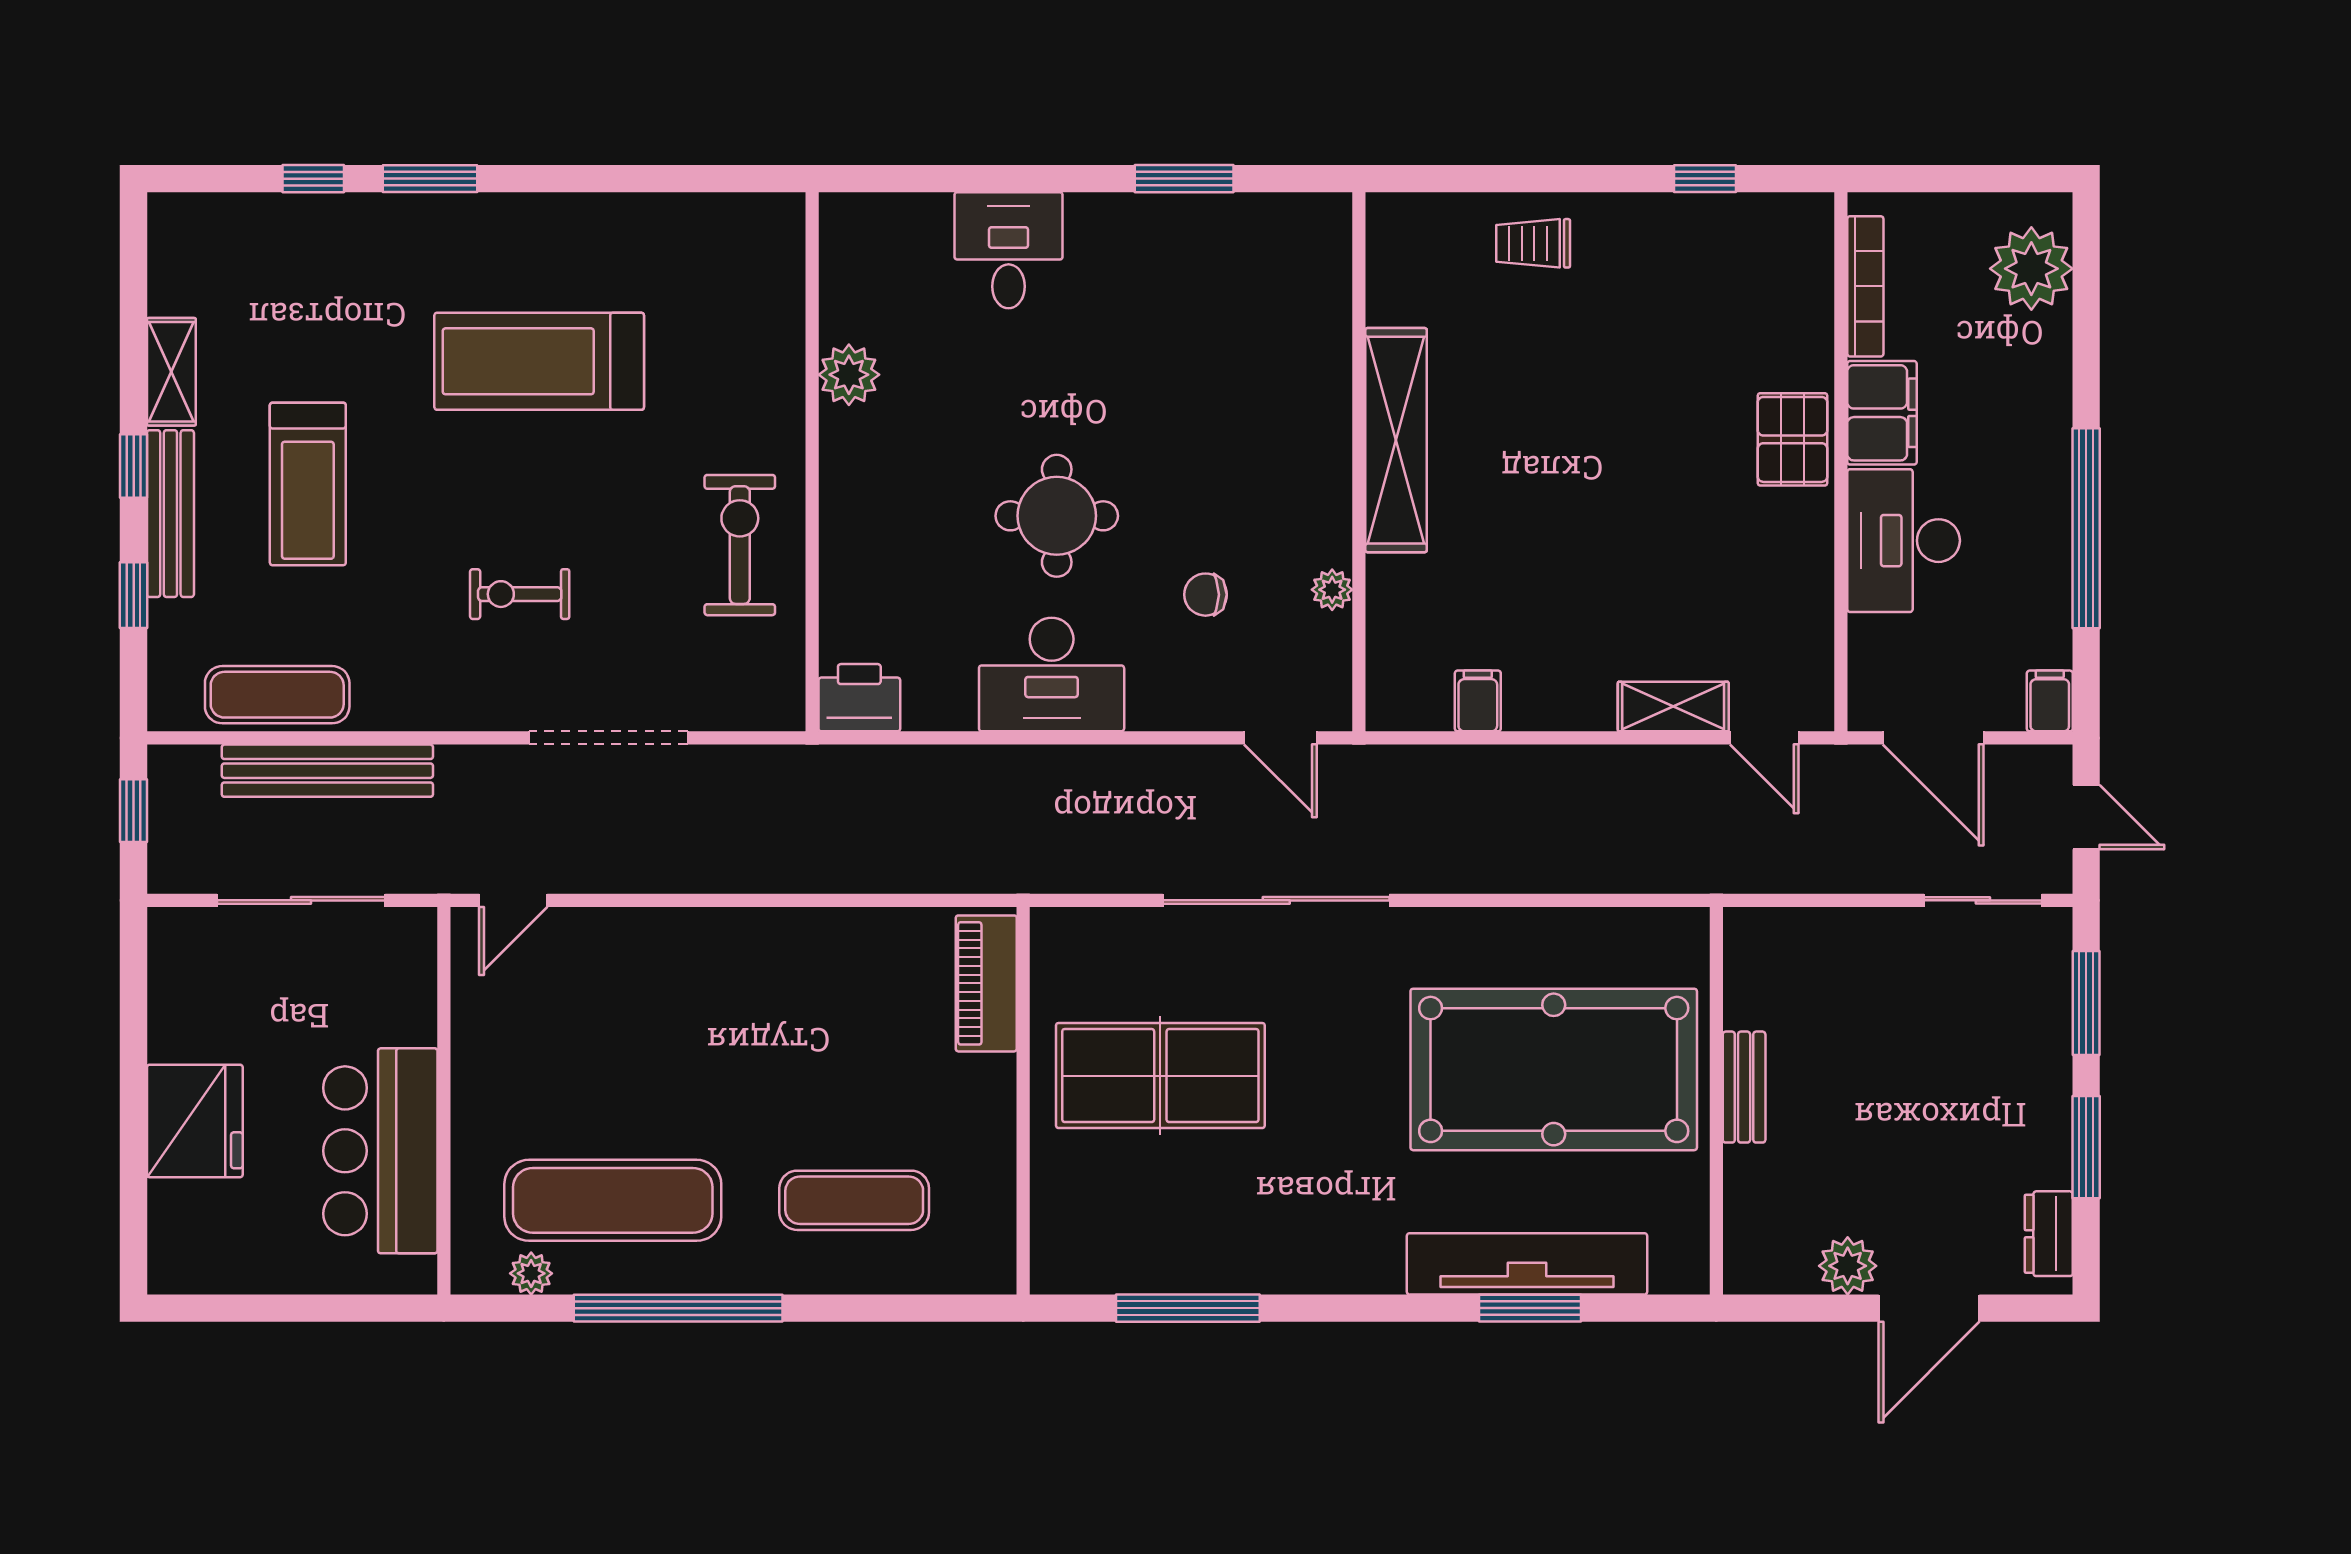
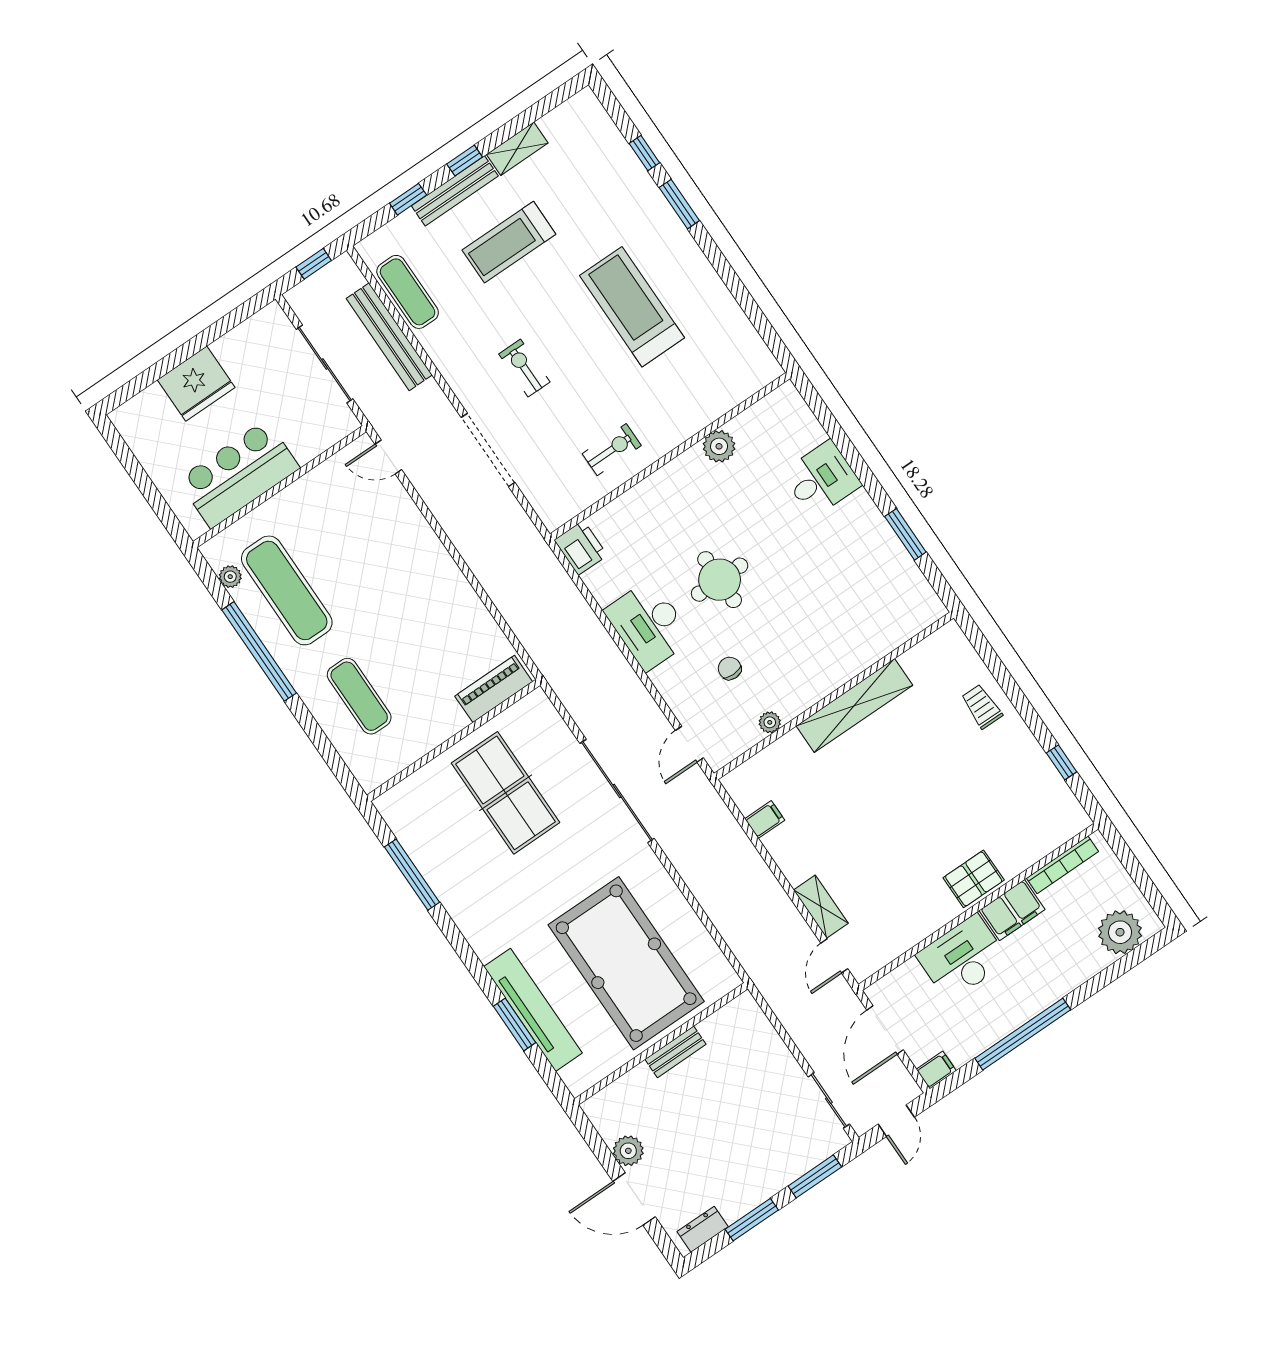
exercise bike: (740, 545) -> (612, 450), width x0.73, depth x0.72

